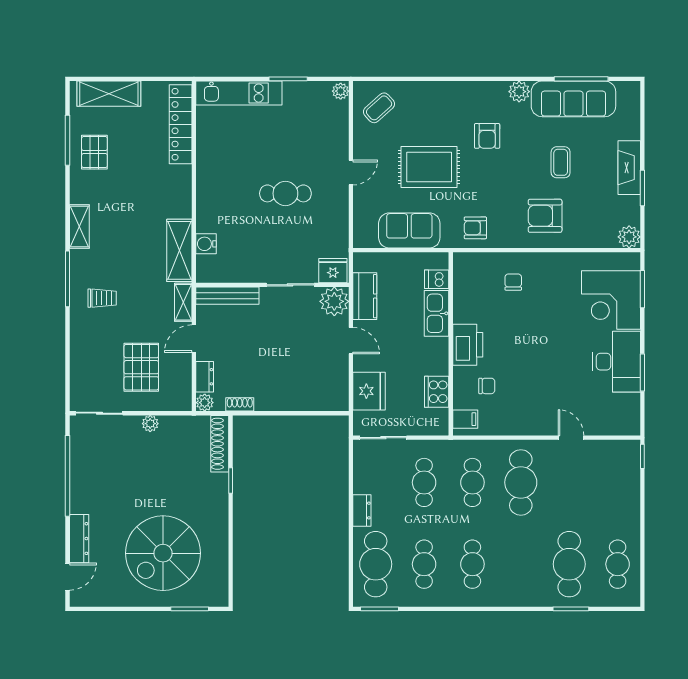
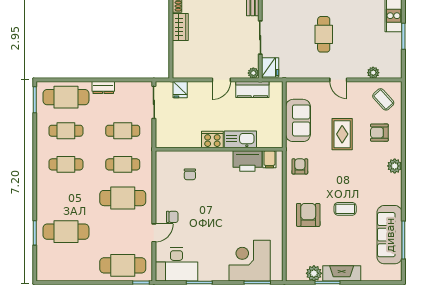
plant: (341, 91) -> (373, 73), moved
plant: (519, 92) -> (395, 166), moved
armchair: (487, 136) -> (379, 133), moved
coffee table: (561, 162) -> (345, 209), moved
rug: (429, 167) -> (342, 134), width x0.73, depth x0.70
plant: (629, 237) -> (314, 273), moved
dishwasher: (437, 279) -> (264, 140), removed
chair: (513, 282) -> (172, 217), moved
plant: (334, 301) -> (253, 73), width x0.53, depth x0.53
printer: (468, 345) -> (247, 161), moved
desk: (616, 362) -> (176, 265), moved
fridge: (369, 391) -> (180, 90), width x0.53, depth x0.75
cooker: (437, 392) -> (212, 140), moved
wardrobe: (275, 400) -> (180, 27), added
filing cabinet: (465, 419) -> (269, 159), moved
cafe table: (618, 564) -> (123, 265), moved, width x1.37, depth x1.35

